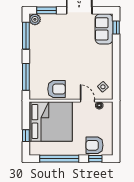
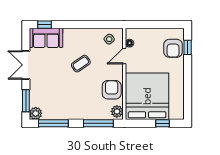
coffee table: (81, 61) -> (81, 64), added
plant: (37, 94) -> (117, 111), added
window: (59, 159) -> (188, 87), removed

